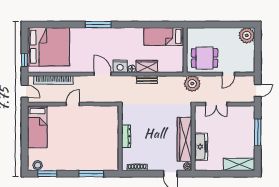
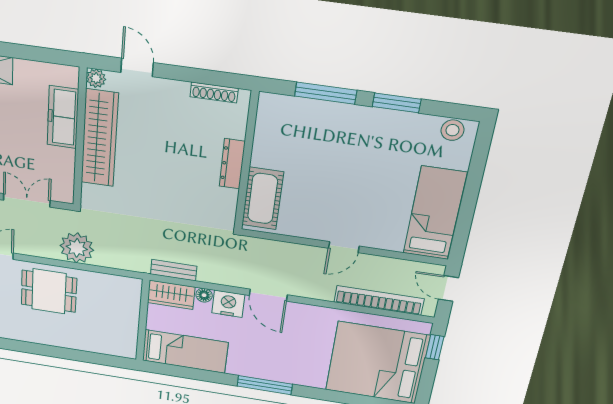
bed: (164, 36) -> (185, 351), moved
wall: (185, 50) -> (143, 320), moved
cot: (111, 122) -> (263, 199), added
window: (47, 174) -> (397, 103), moved

